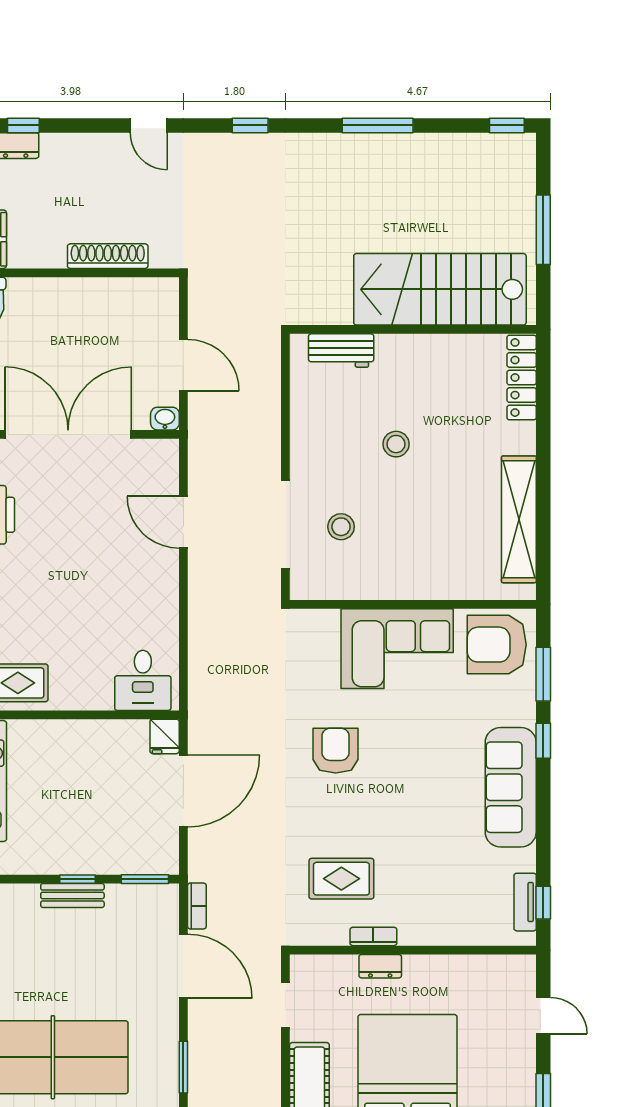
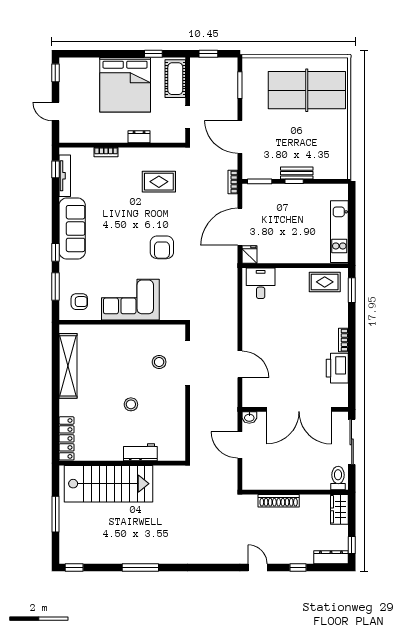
window: (23, 125) -> (298, 568), moved
window: (250, 125) -> (206, 568), removed
workbench: (341, 350) -> (140, 452), moved
armchair: (497, 645) -> (79, 302), width x0.53, depth x0.53
tv unit: (525, 902) -> (65, 176), width x1.41
bookcase: (197, 906) -> (233, 182), moved
bookcase: (373, 936) -> (106, 152), moved

